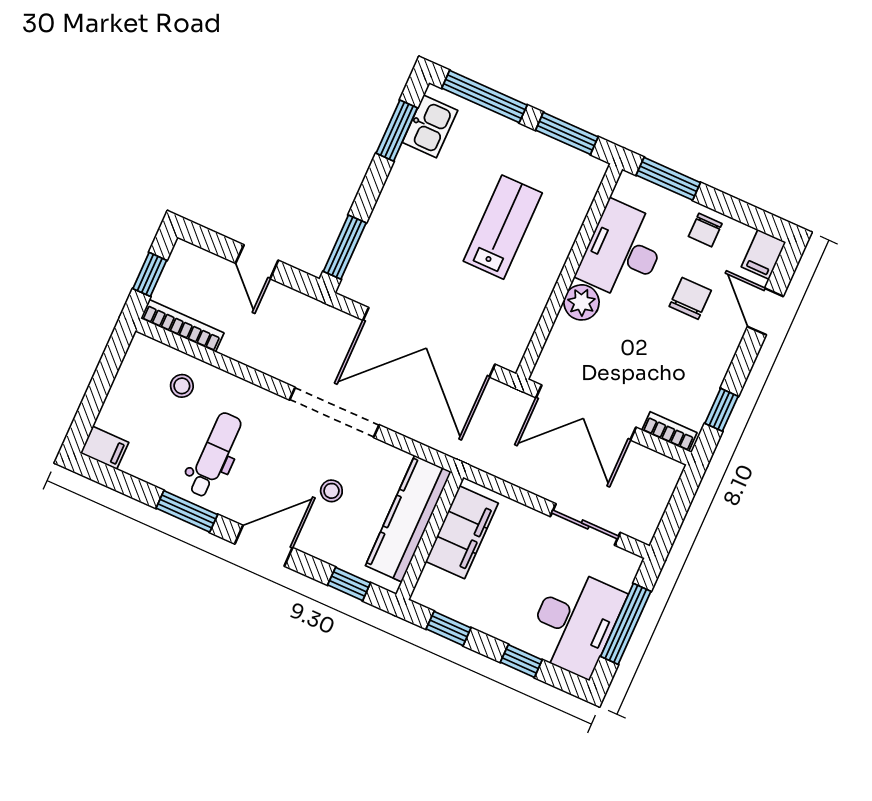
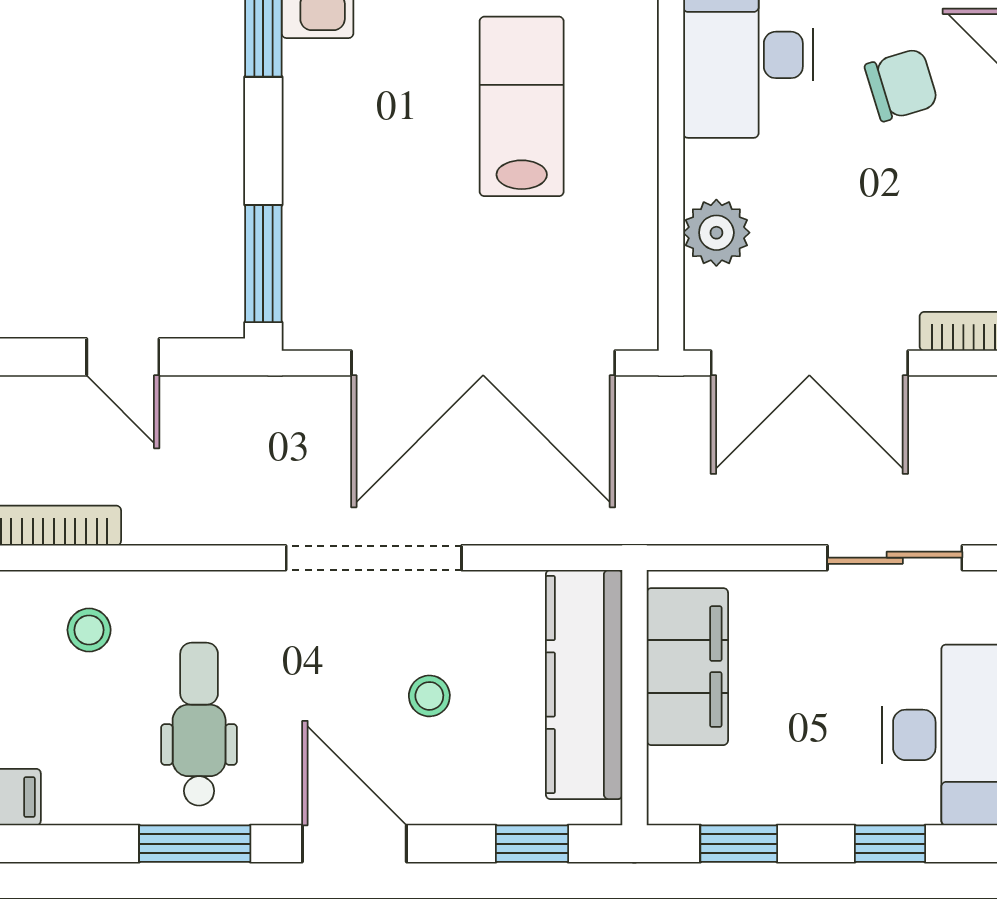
chair: (690, 298) -> (901, 85), turned 73
plant: (582, 302) -> (716, 233), moved
door: (264, 546) -> (354, 844), hinge flipped

